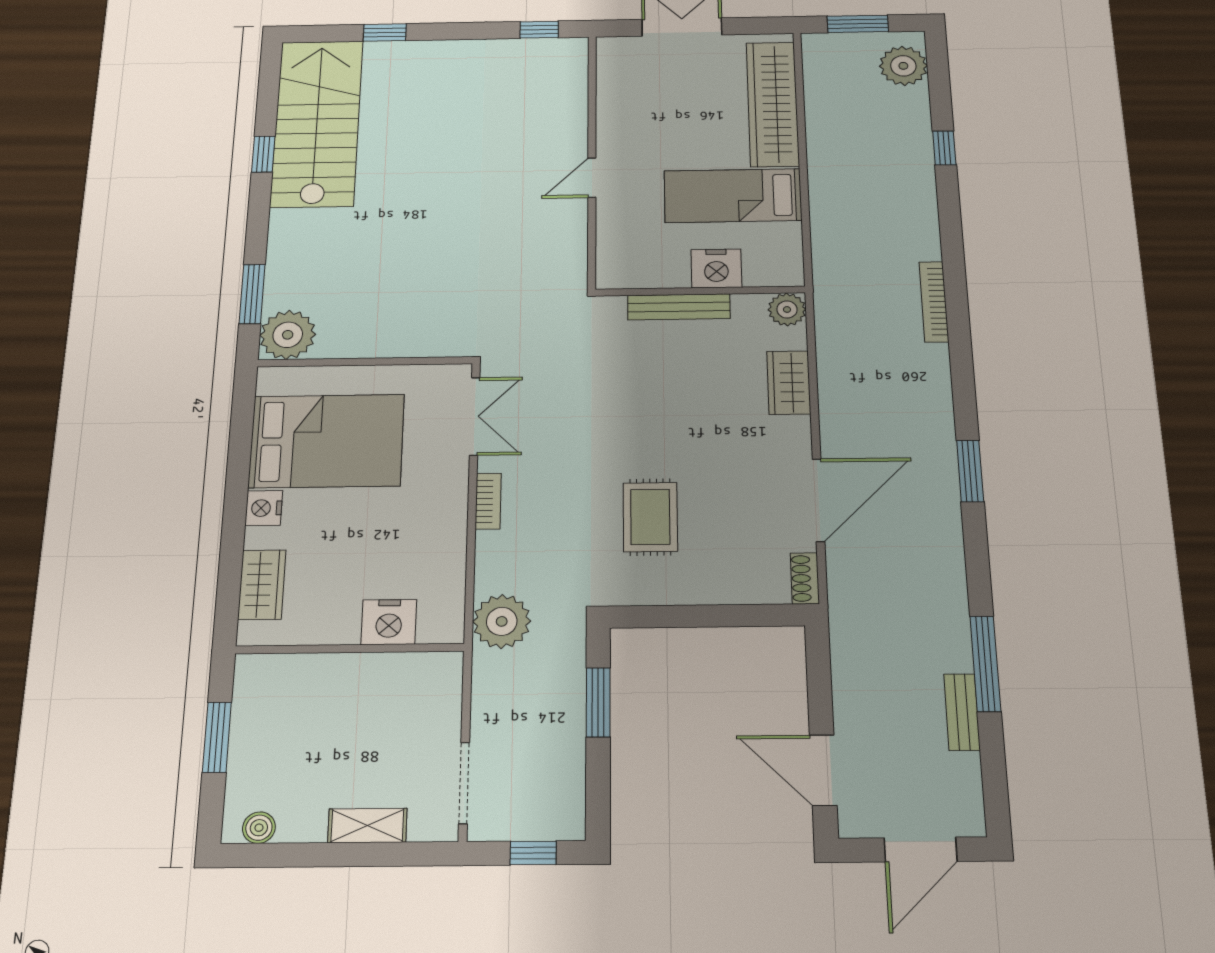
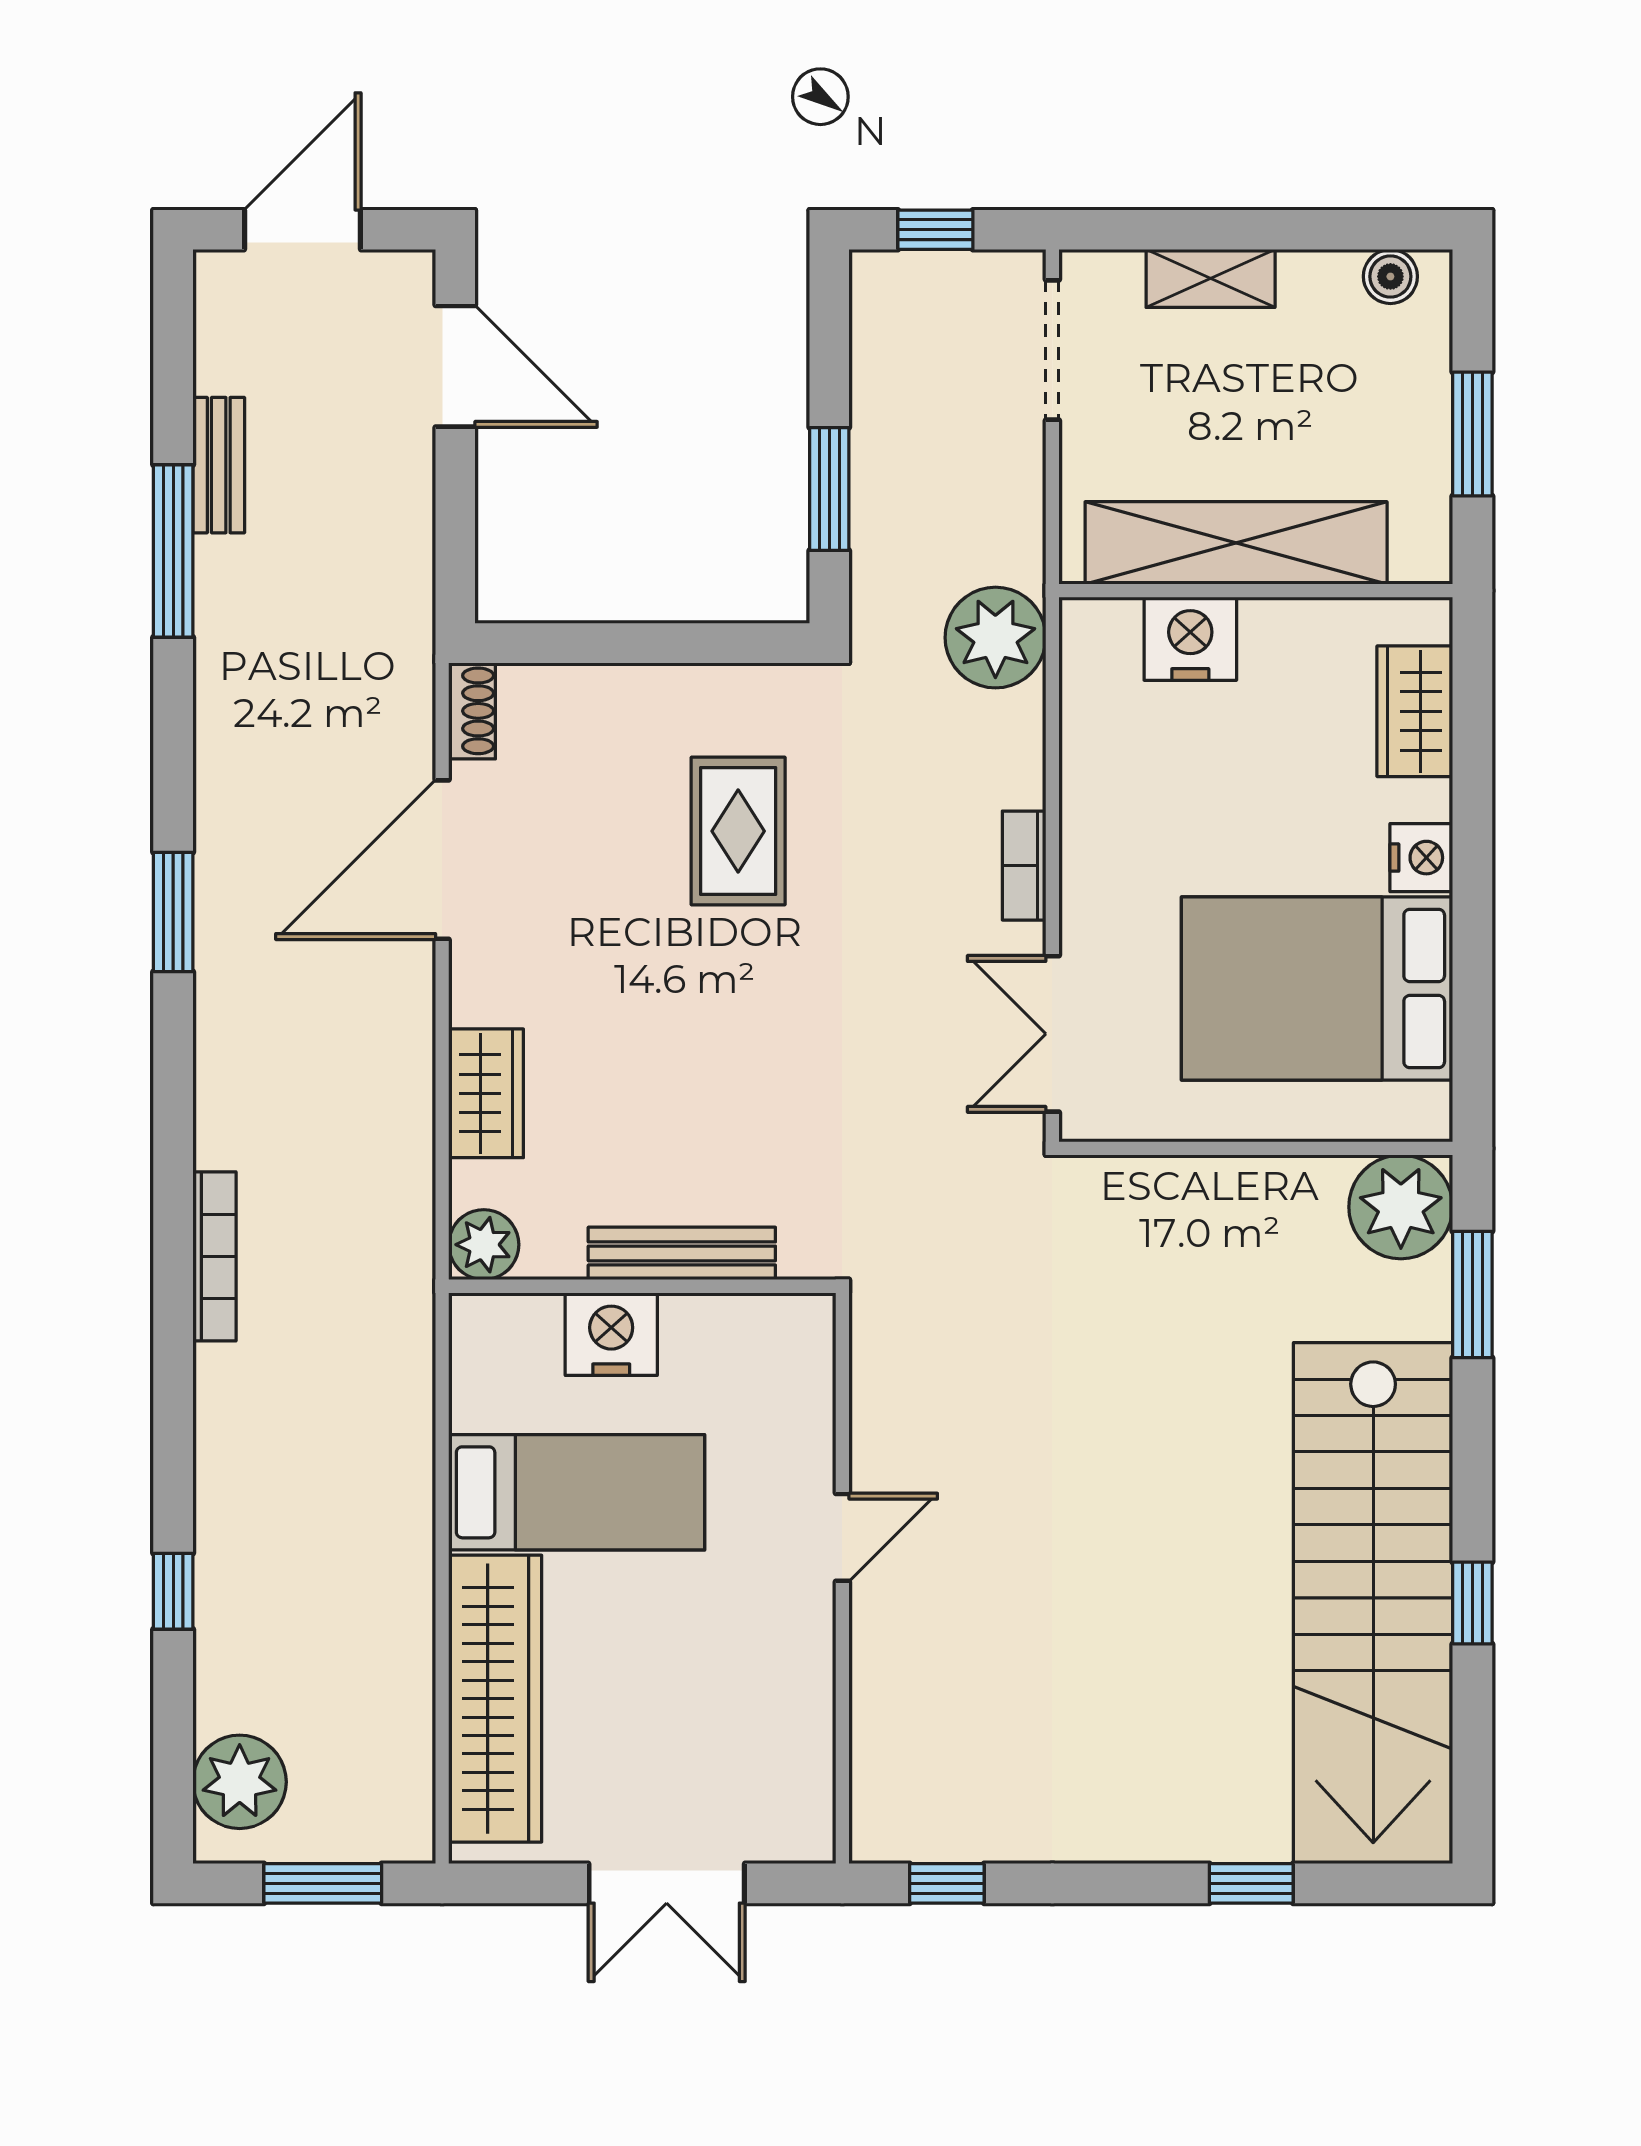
stairs: (317, 123) -> (1373, 1603), width x1.36
shelving: (360, 675) -> (1236, 543), added

